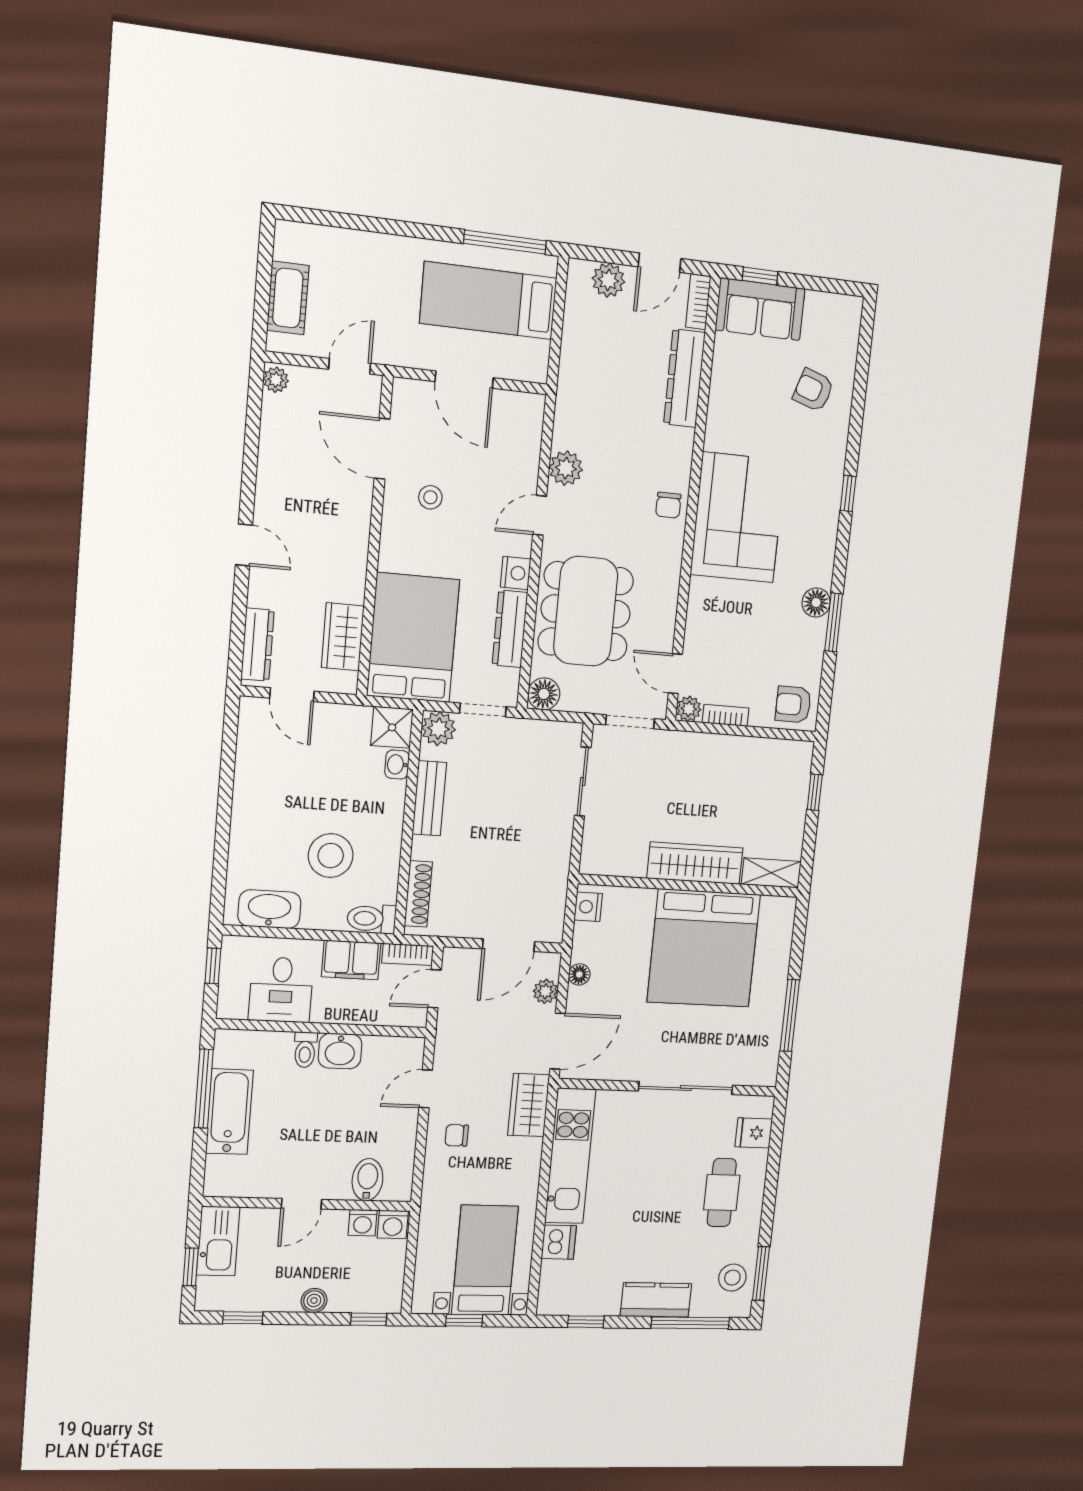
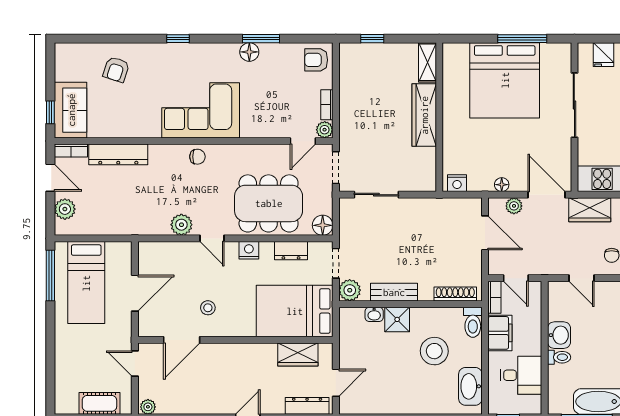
dresser: (510, 629) -> (291, 251), width x0.70
armchair: (793, 704) -> (316, 60), turned 90
shower: (392, 727) -> (397, 319), moved
bed: (704, 948) -> (505, 80), moved, turned 90

